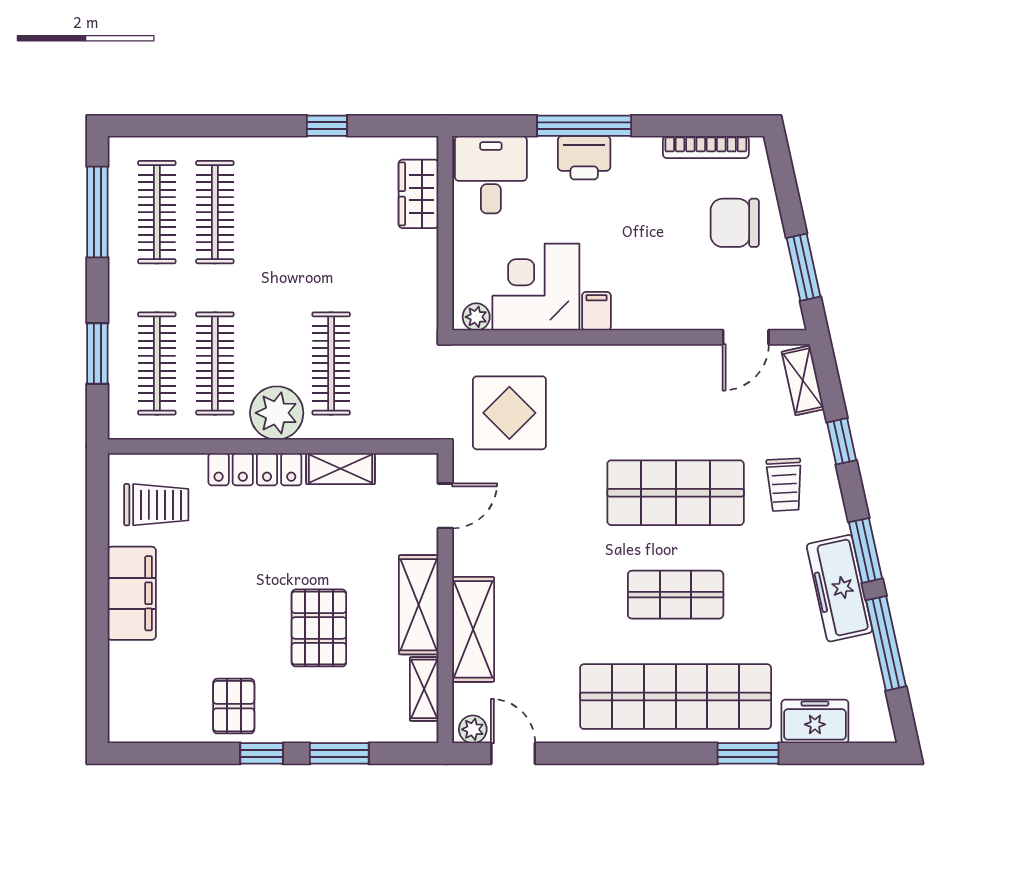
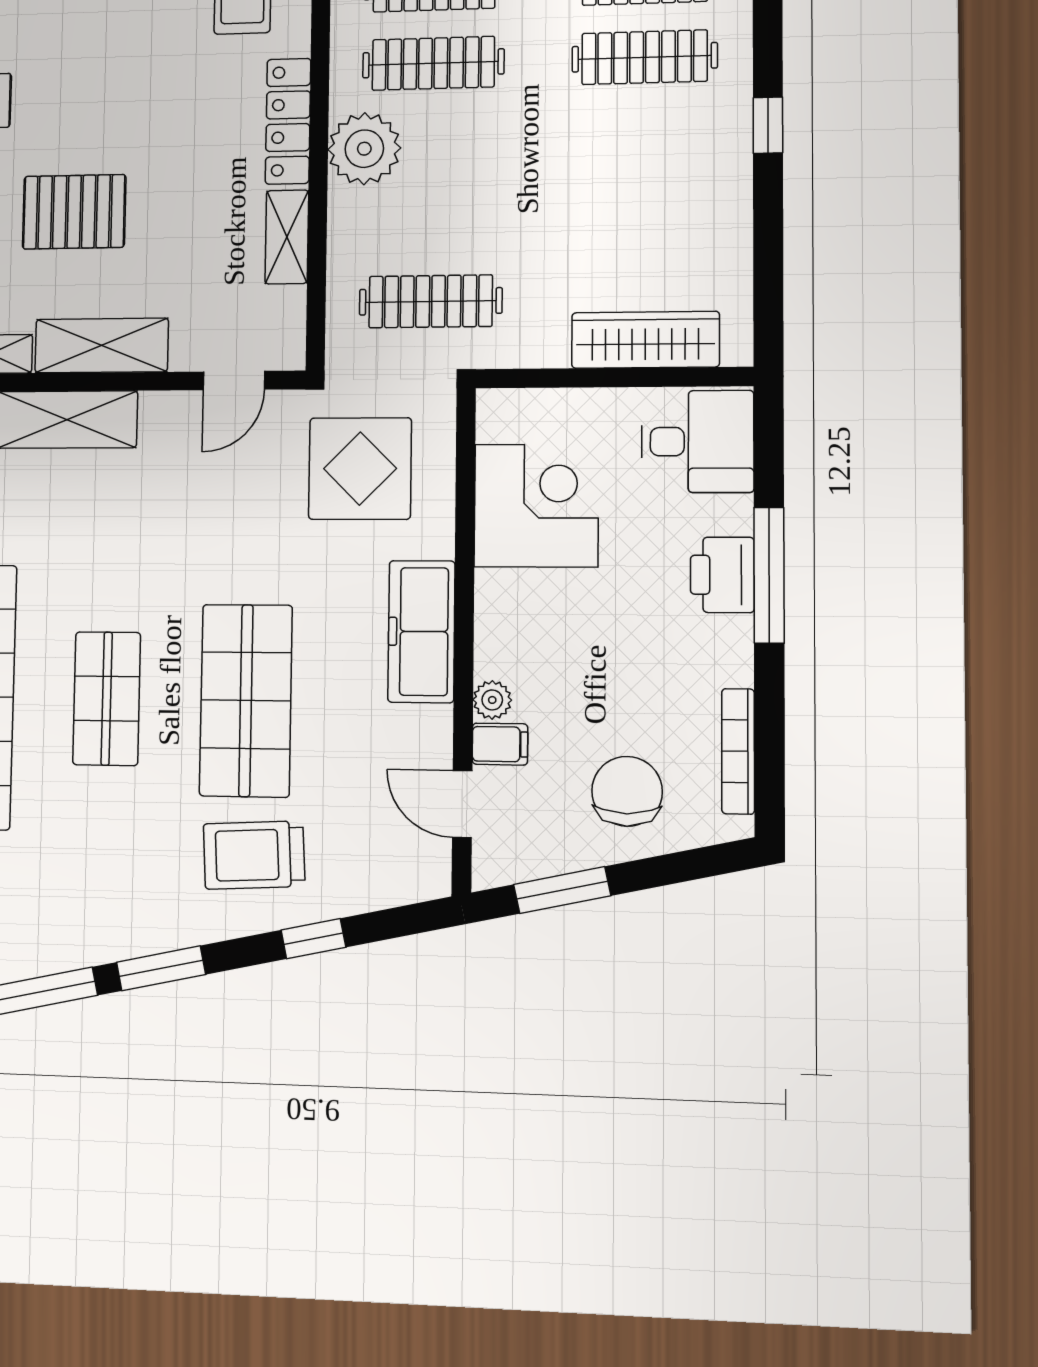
window: (327, 126) -> (768, 125), moved
wardrobe: (419, 194) -> (645, 340), width x1.50
filing cabinet: (596, 311) -> (500, 744), moved
plant: (476, 317) -> (492, 700), moved
clothes rail: (331, 363) -> (431, 301), moved
shelving: (803, 380) -> (400, 885), removed
trolley: (784, 485) -> (254, 855), width x1.36, depth x1.39
door: (445, 506) -> (234, 381), hinge flipped
freezer: (839, 588) -> (421, 632), moved, turned -78

